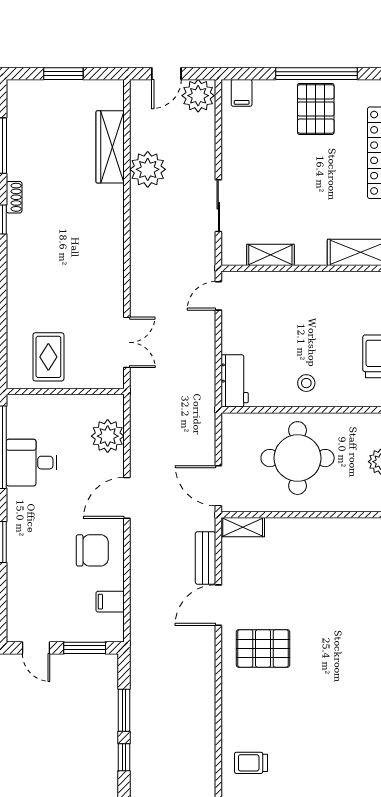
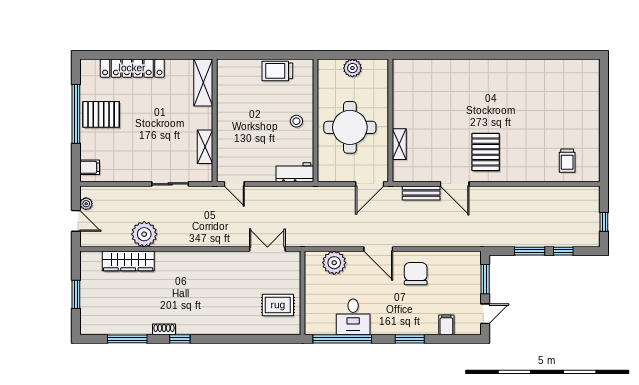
plant: (198, 96) -> (86, 204), width x0.53, depth x0.53
shelving: (243, 527) -> (399, 144), moved
filing cabinet: (110, 602) -> (446, 325), moved, turned 180

